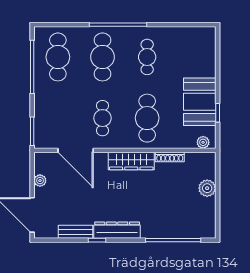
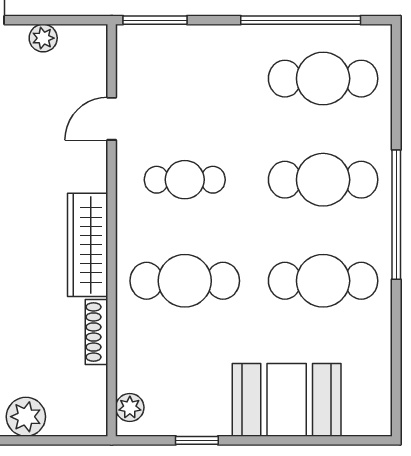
cafe table: (147, 57) -> (323, 281), width x1.37, depth x1.35
booth: (200, 102) -> (287, 400), moved
door: (76, 150) -> (112, 119), width x0.53

